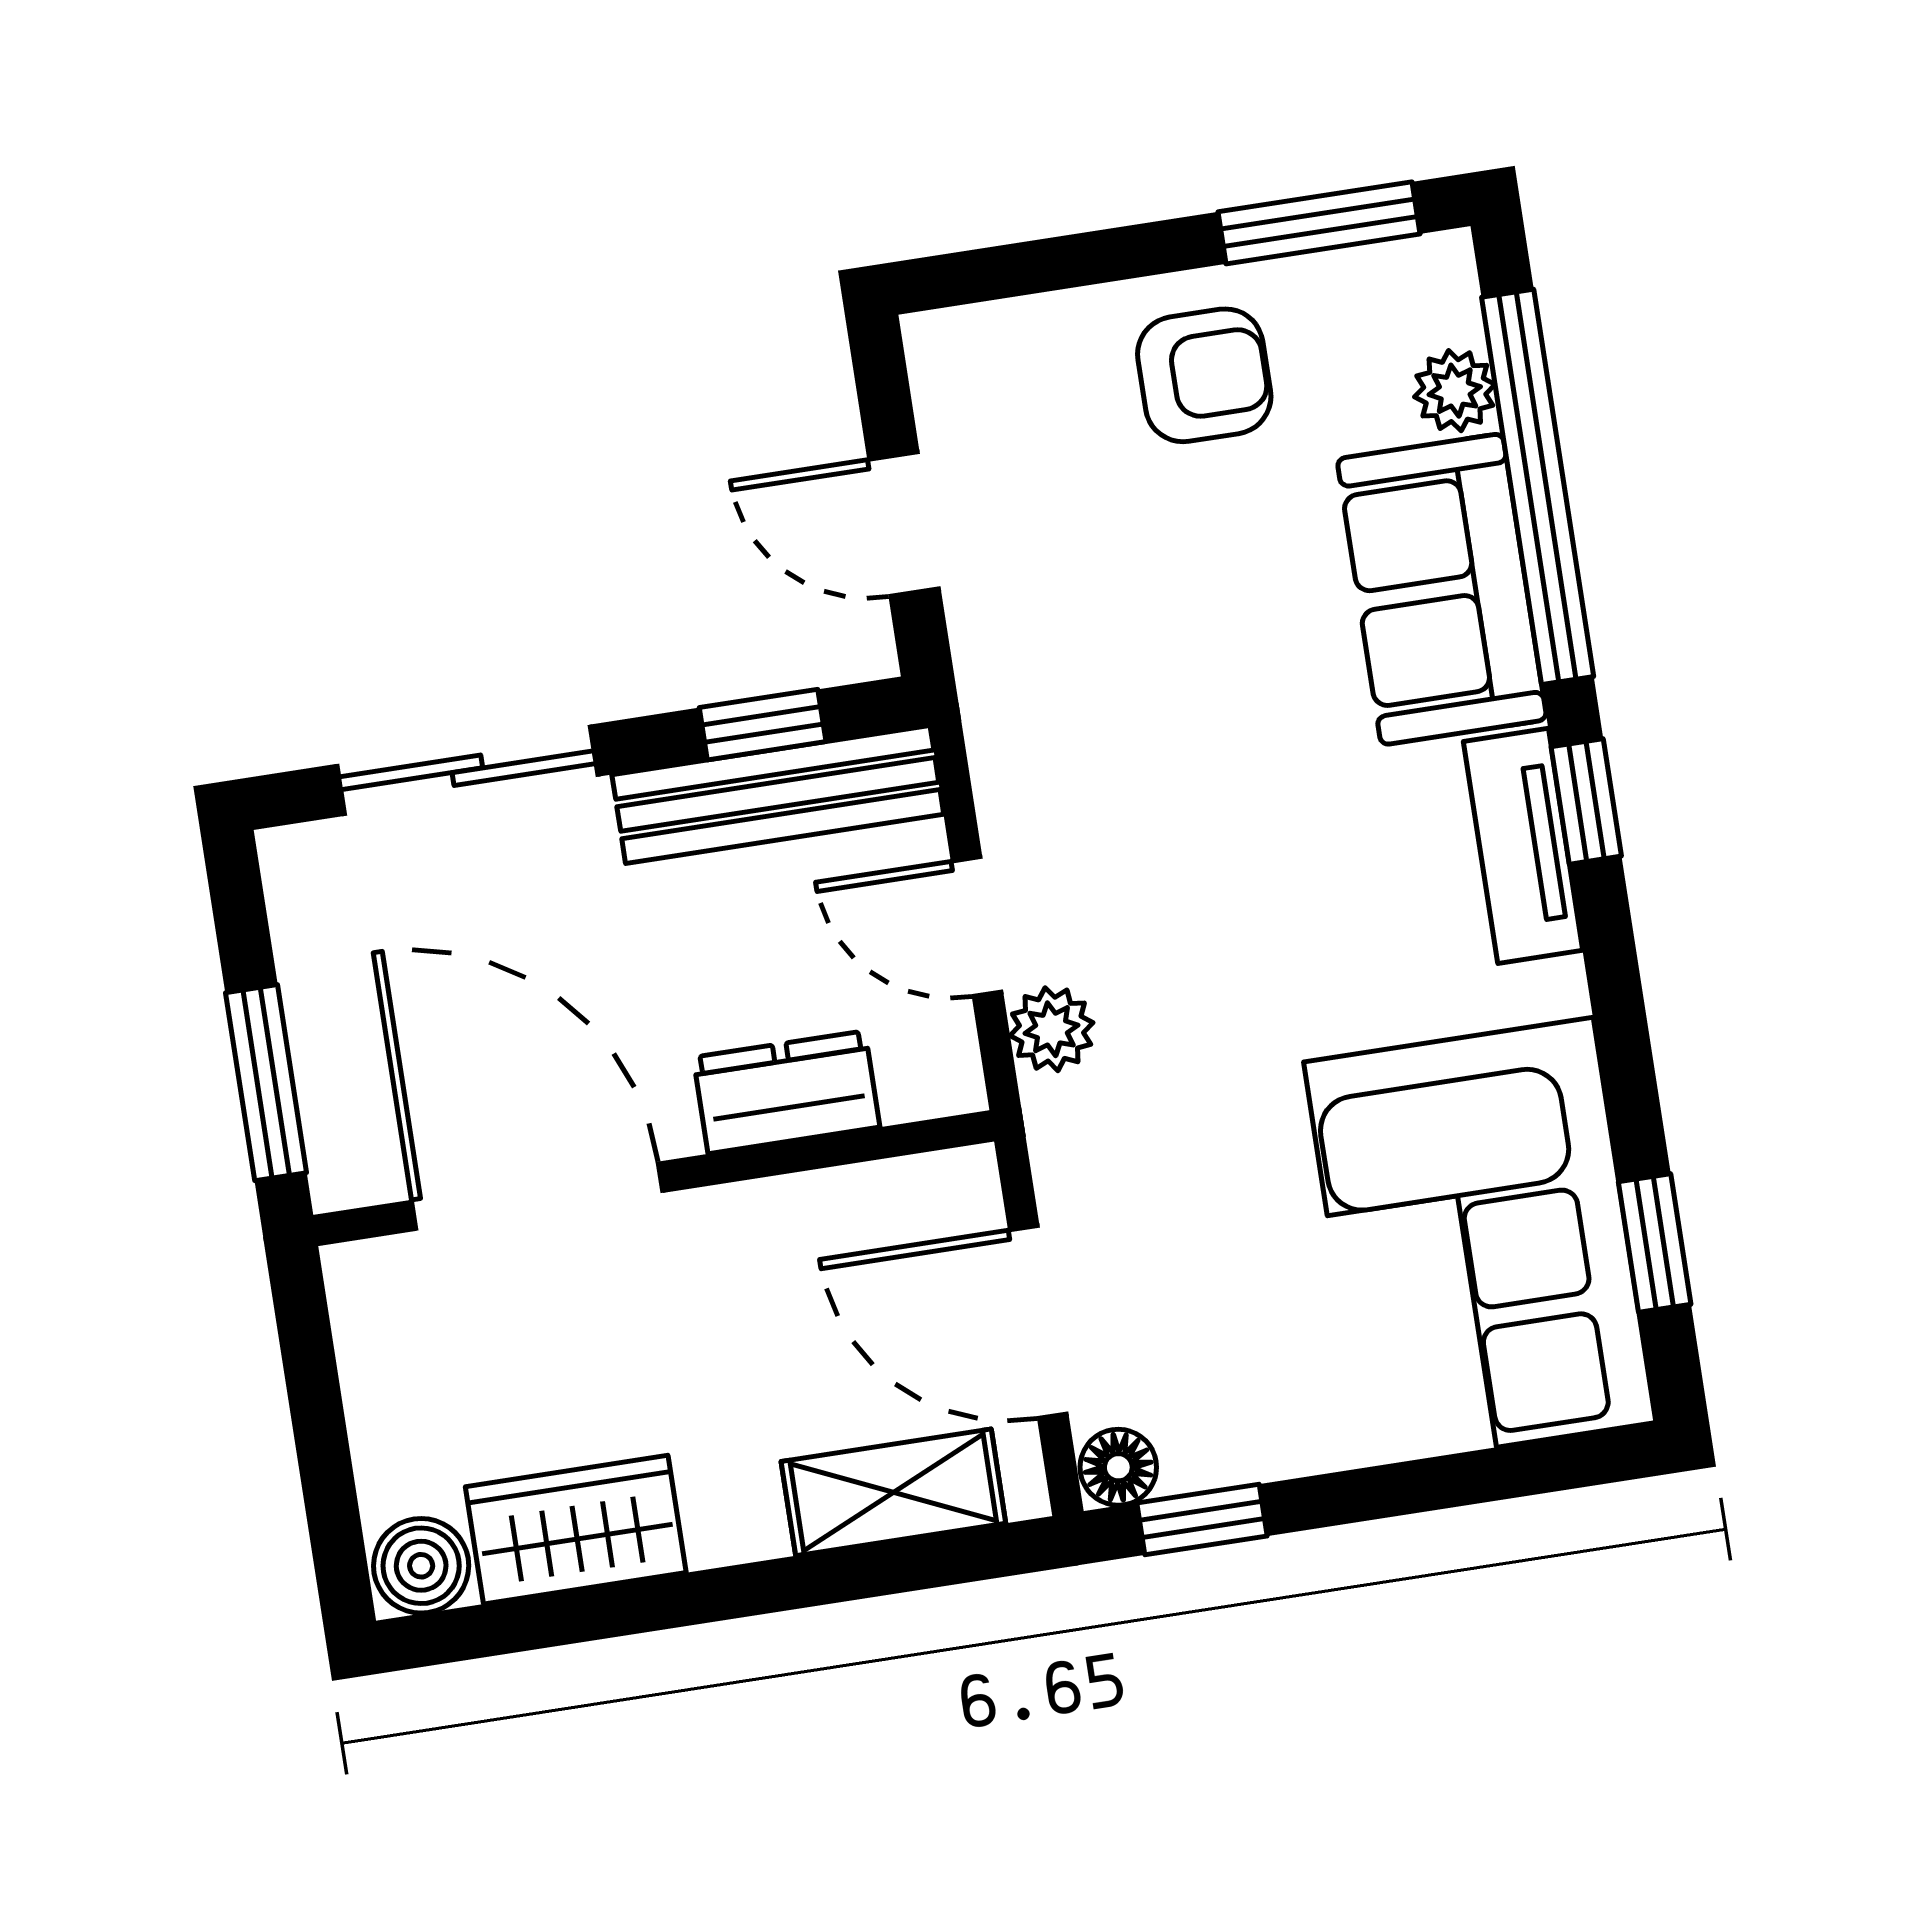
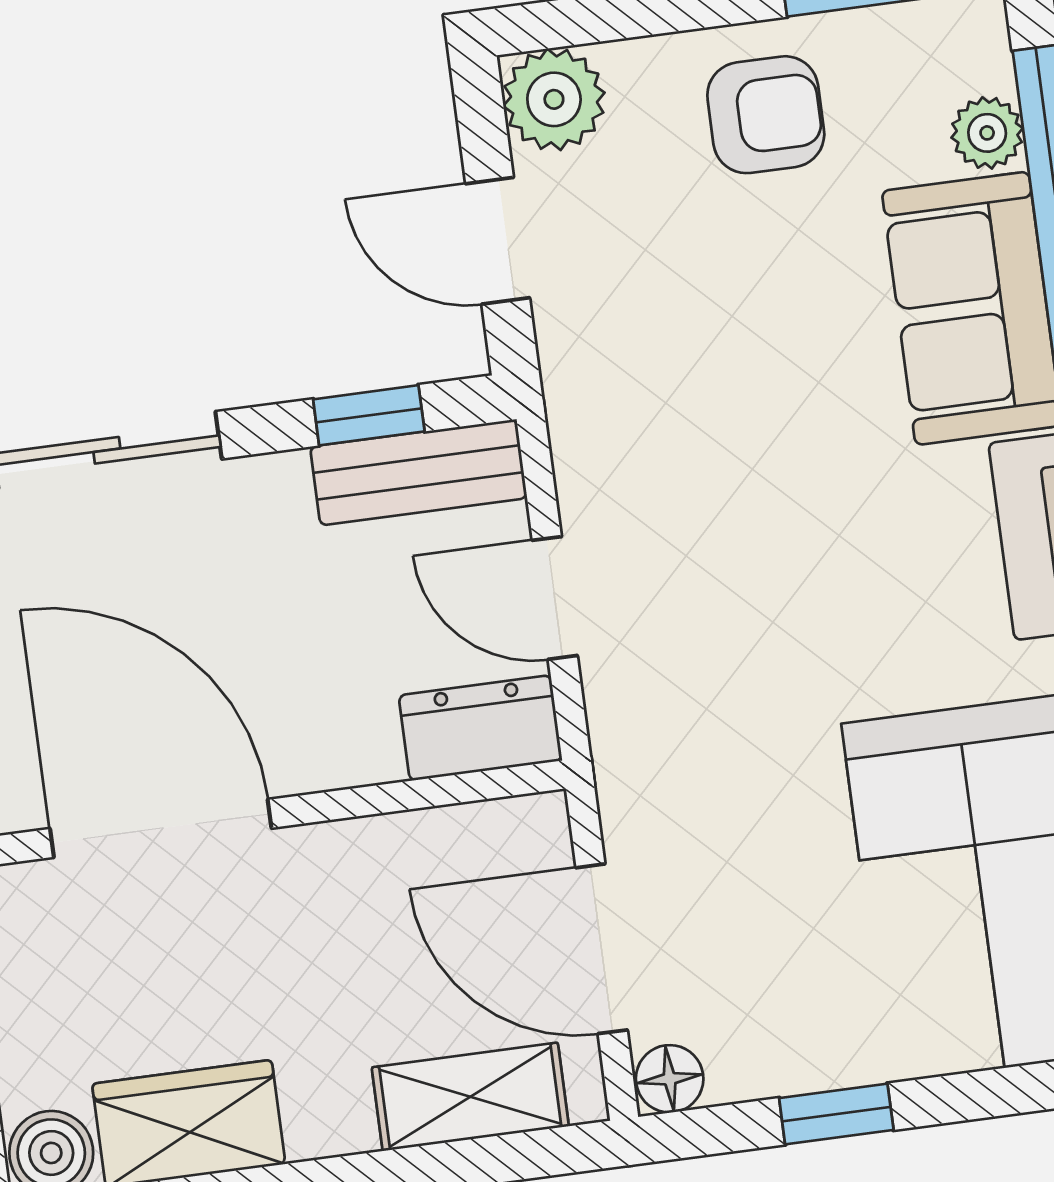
bench: (778, 794) -> (419, 472), width x0.73
plant: (1052, 1029) -> (554, 99), moved, width x1.38, depth x1.38
dresser: (787, 1092) -> (480, 728), moved
window: (1202, 1520) -> (836, 1114), moved

